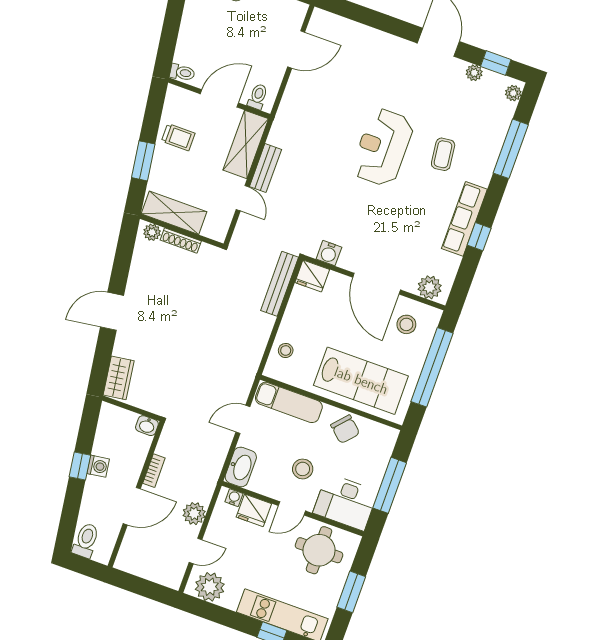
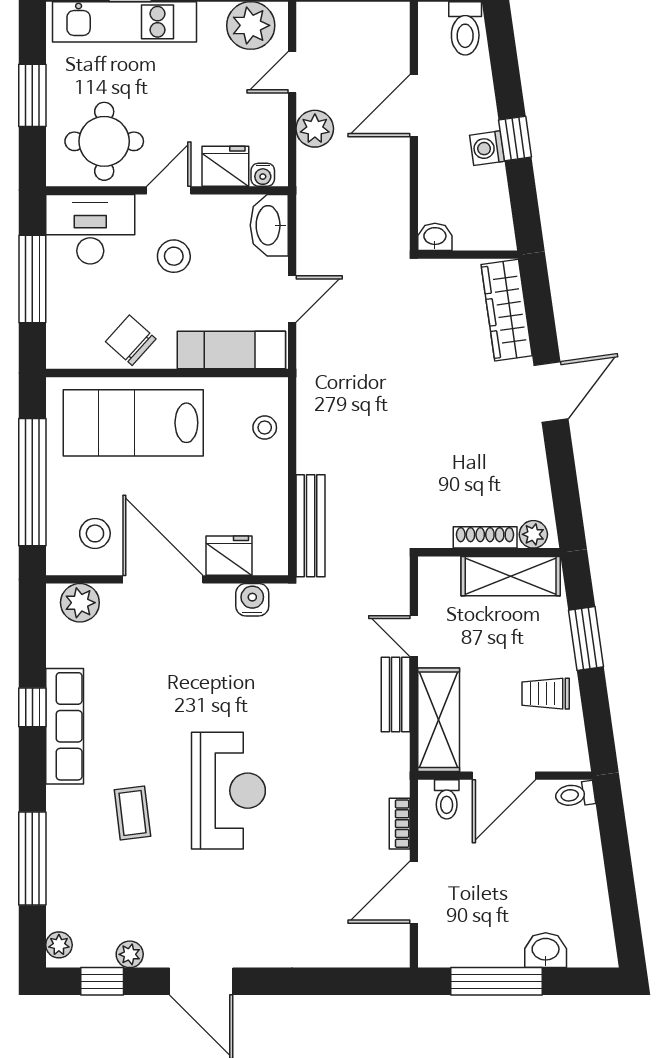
fridge: (312, 276) -> (229, 556), moved
wardrobe: (119, 378) -> (507, 310), width x1.50
bookcase: (154, 471) -> (400, 824), moved

